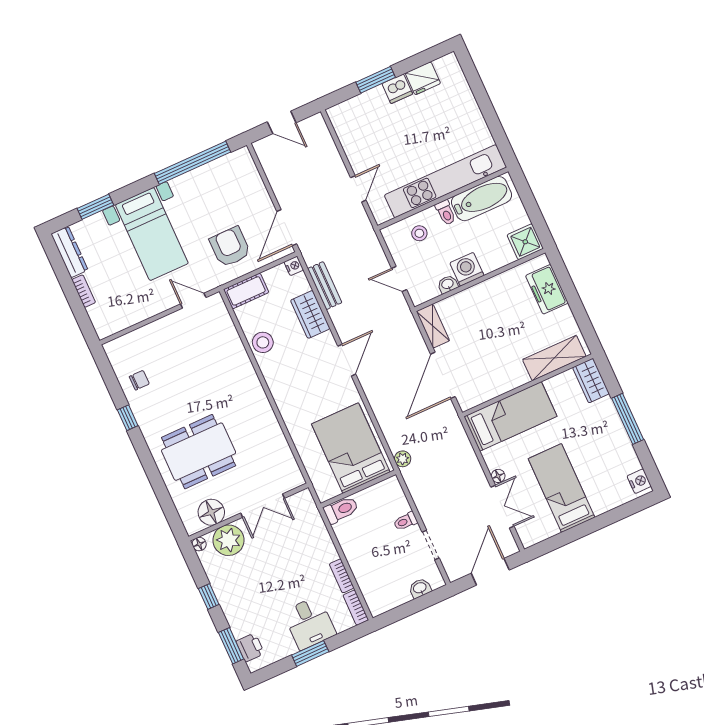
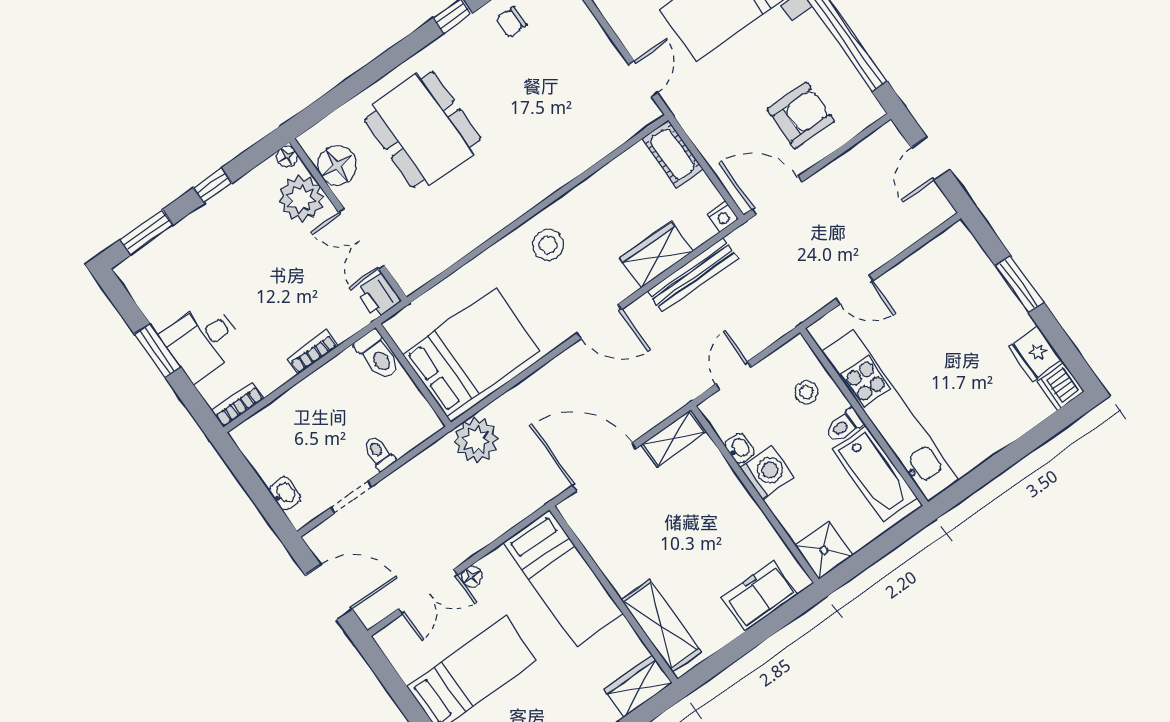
dishwasher: (397, 89) -> (1060, 387), moved
armchair: (230, 247) -> (801, 115), moved
bench: (325, 286) -> (693, 275), width x1.36
stool: (263, 342) -> (548, 245), moved
chair: (139, 380) -> (511, 22), turned 90
plant: (403, 459) -> (476, 440), width x1.87, depth x1.87
bookcase: (342, 576) -> (312, 352), moved
printer: (250, 647) -> (379, 296), moved, turned 90

